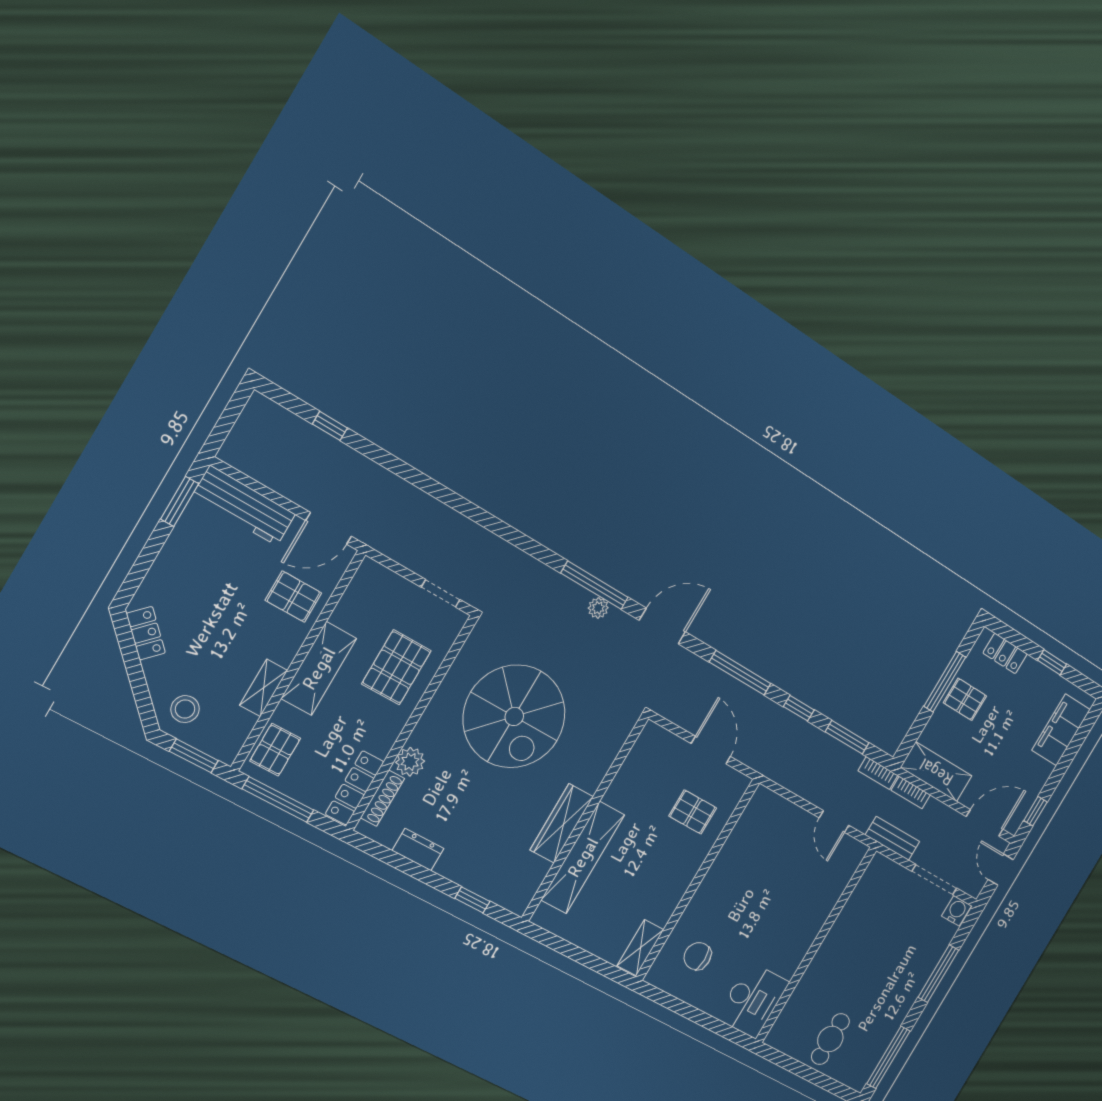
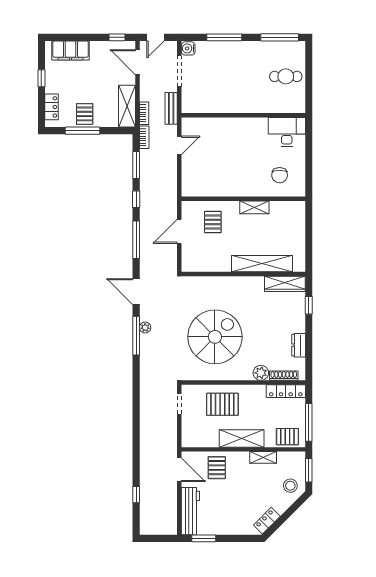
wardrobe: (562, 823) -> (285, 284), moved
shelving: (640, 948) -> (254, 207), moved

